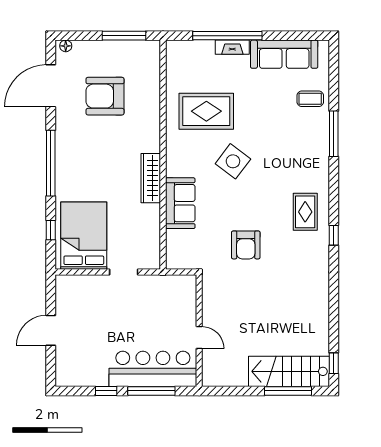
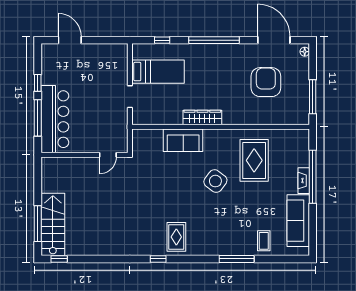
rug: (305, 212) -> (176, 237), turned 90
bed: (84, 236) -> (158, 72), width x0.67
armchair: (246, 245) -> (151, 191), removed
door: (51, 330) -> (70, 40), moved
door: (199, 338) -> (108, 155), moved

